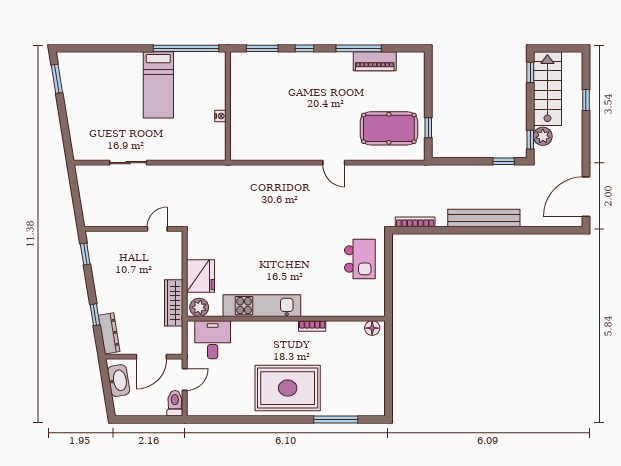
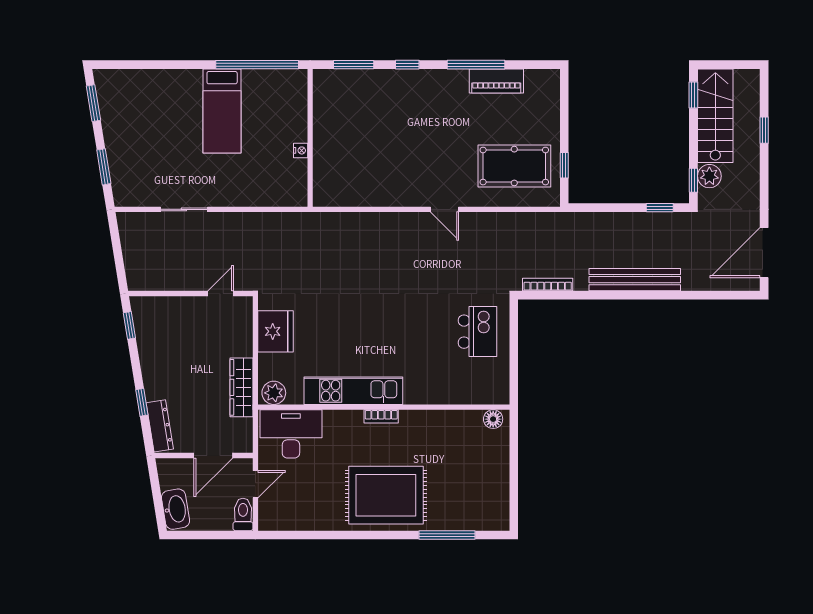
window: (65, 129) -> (104, 167), added
fridge: (200, 276) -> (275, 331), moved
bookcase: (312, 326) -> (381, 416), moved
desk: (213, 340) -> (291, 434), width x1.37
washbasin: (119, 381) -> (175, 509), moved

